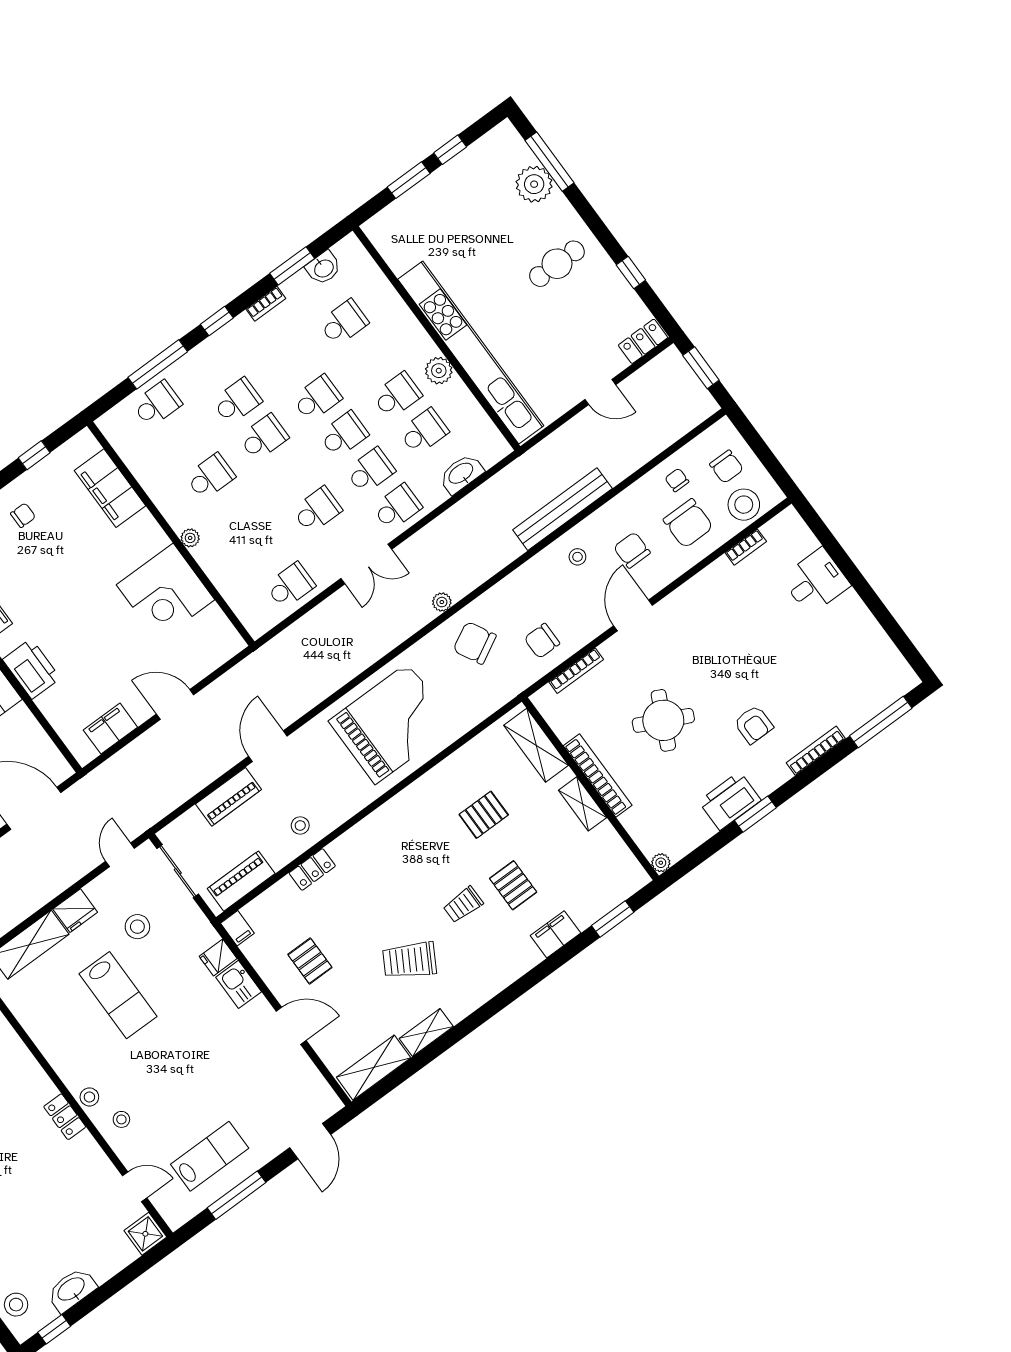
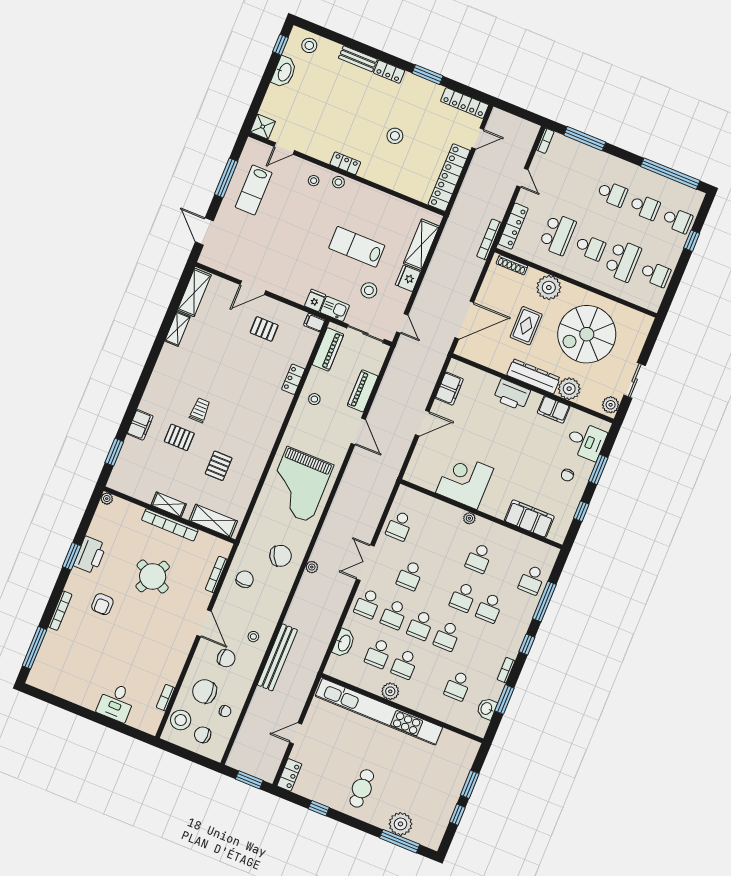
armchair: (754, 725) -> (102, 604), turned -90
trolley: (410, 960) -> (210, 362), removed
kitchen sink: (239, 984) -> (335, 309), moved

